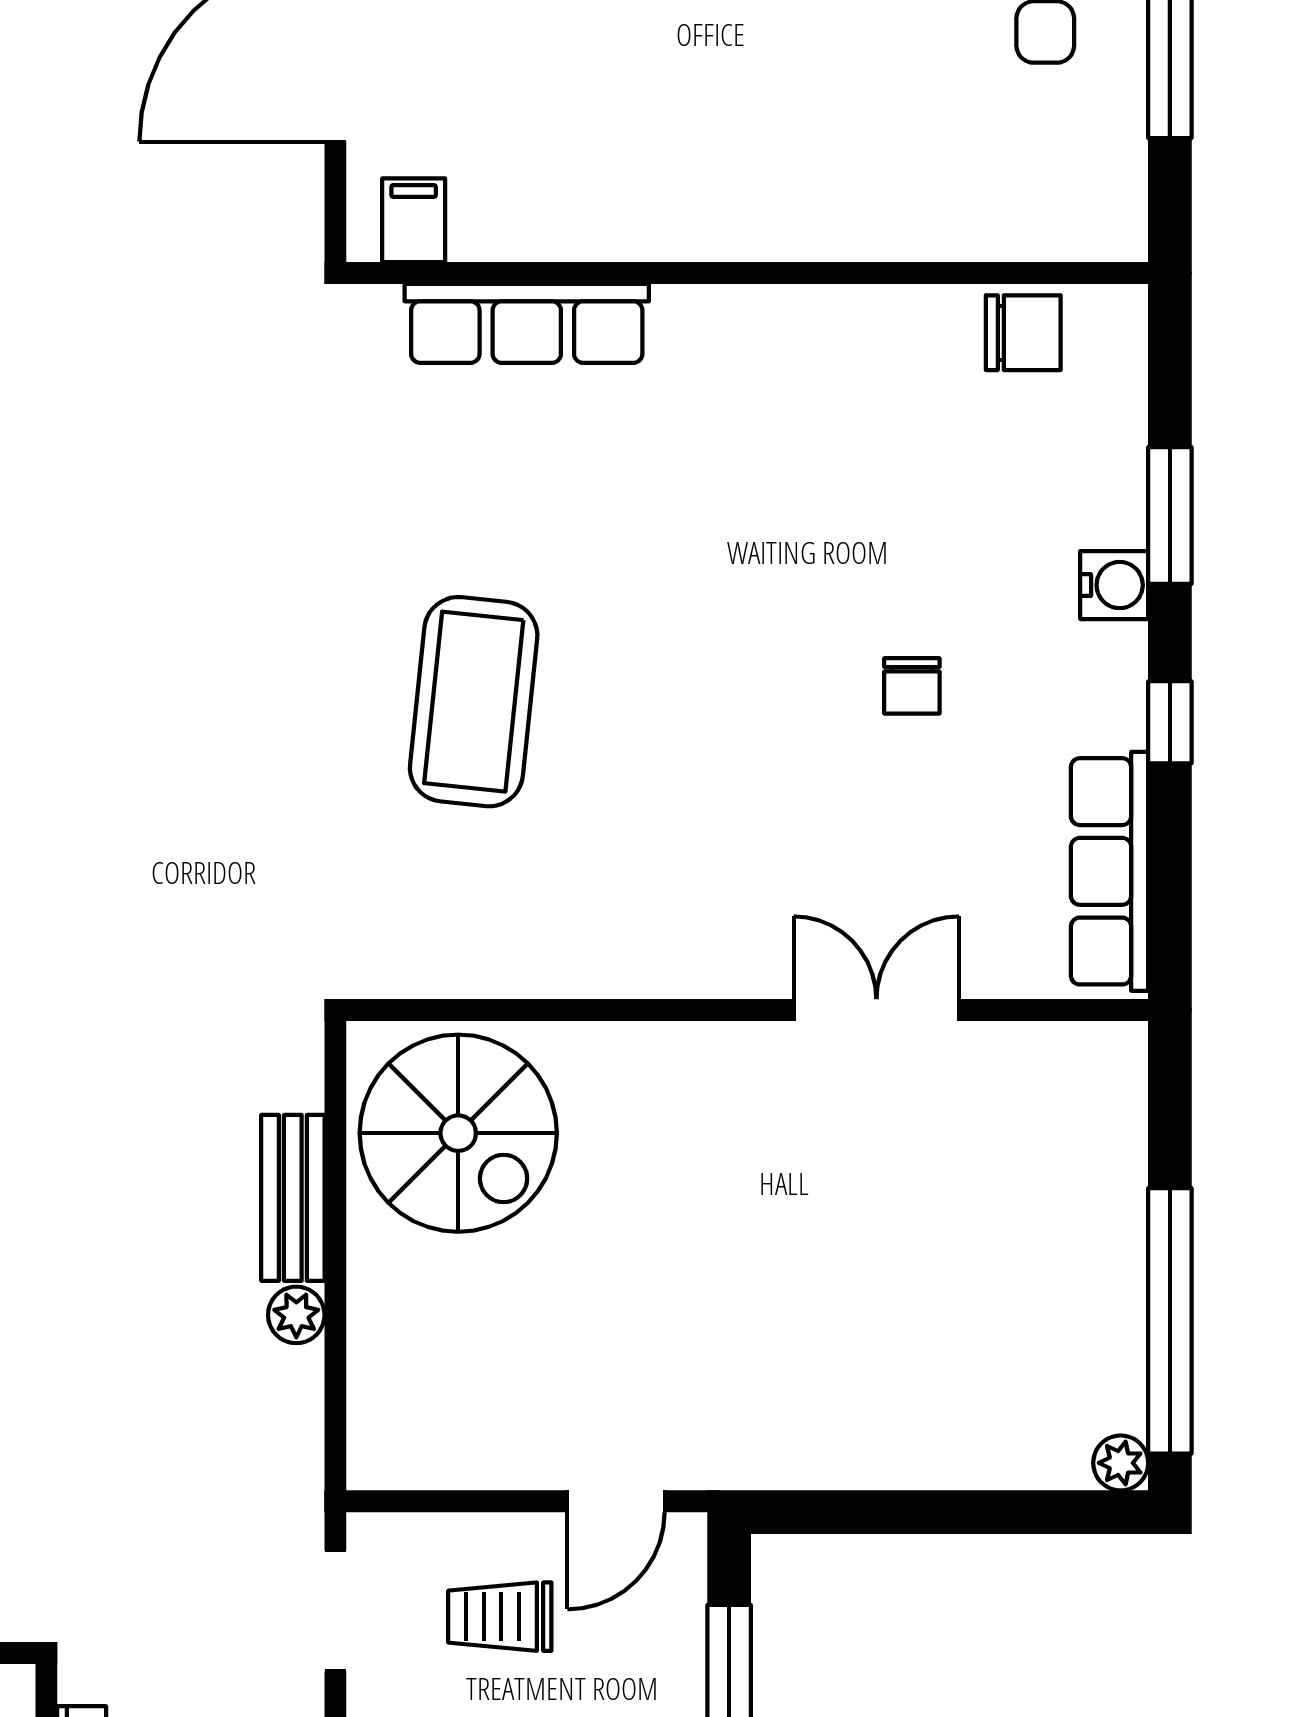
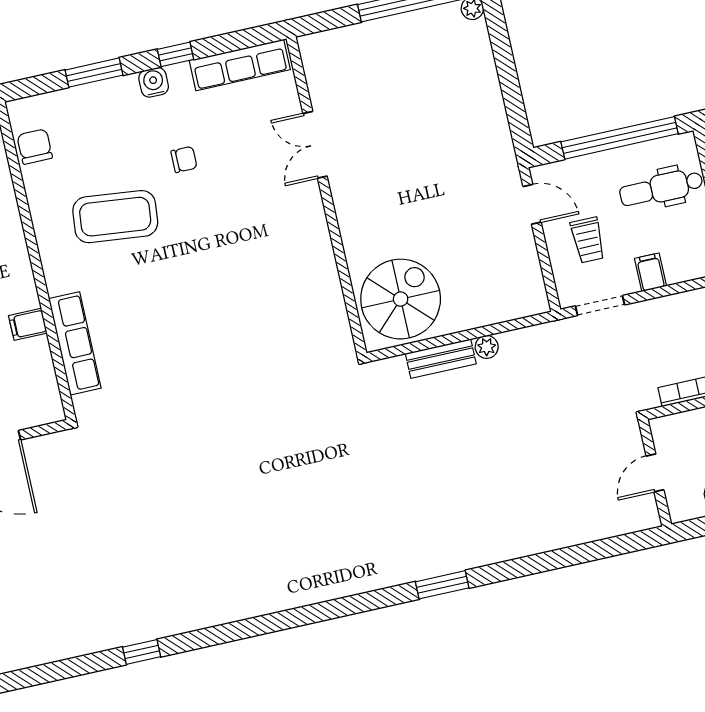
filing cabinet: (414, 220) -> (28, 324), moved
water cooler: (1114, 585) -> (154, 82), moved
coffee table: (474, 702) -> (115, 217), moved

